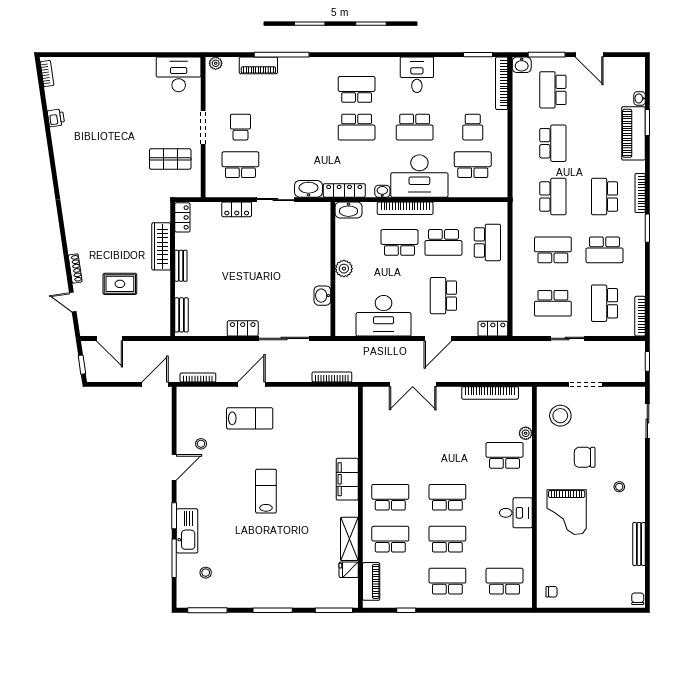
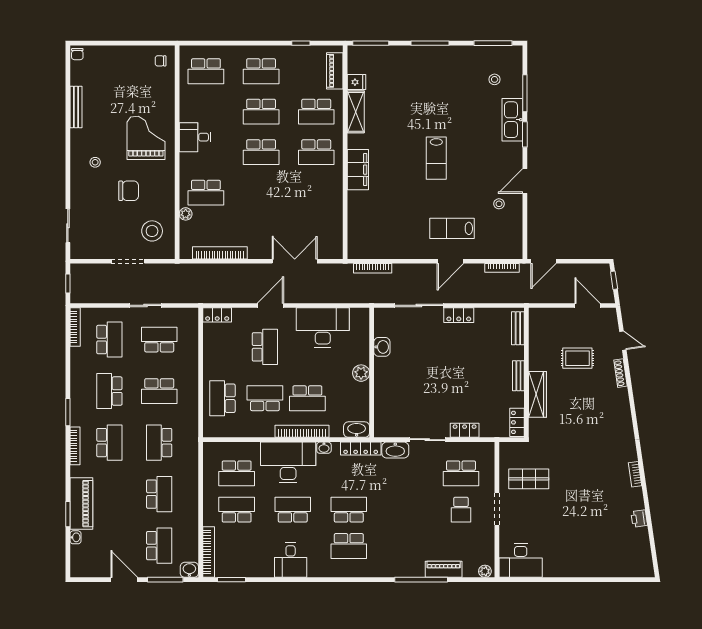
bookcase: (47, 74) -> (635, 474), moved
school desk: (473, 127) -> (237, 510), width x1.85
school desk: (553, 143) -> (159, 494), turned 180
school desk: (604, 250) -> (109, 391), turned -90

